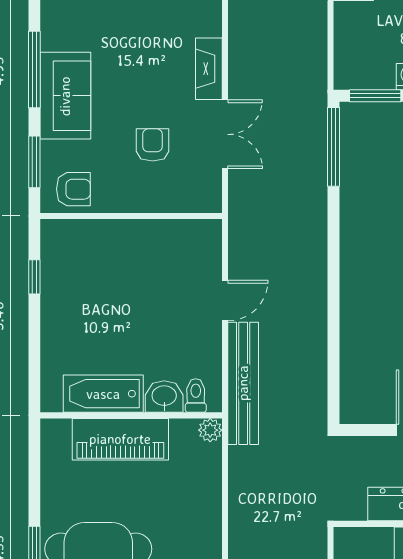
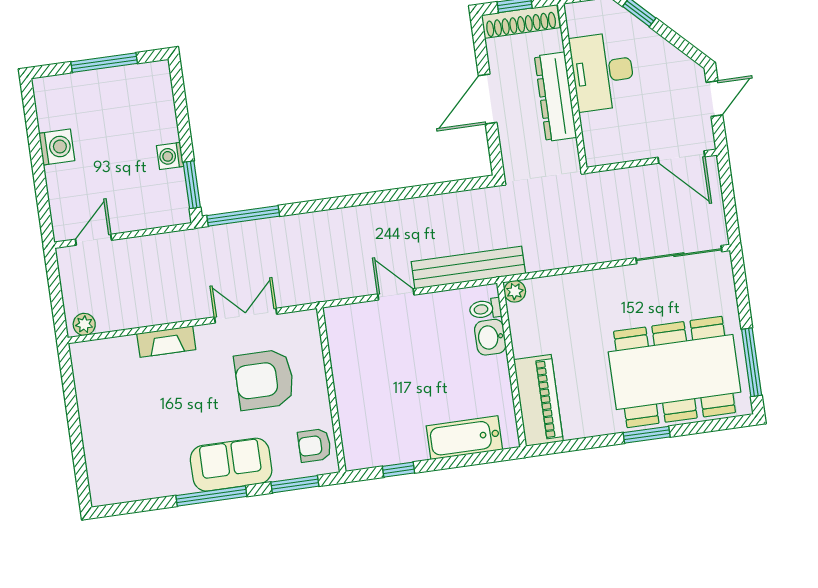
fireplace: (209, 69) -> (166, 342), moved
armchair: (153, 145) -> (264, 380), width x1.88, depth x1.88
armchair: (73, 189) -> (314, 445), turned -90
bathtub: (103, 394) -> (464, 438), moved, turned 90
piano: (120, 439) -> (538, 400), moved

